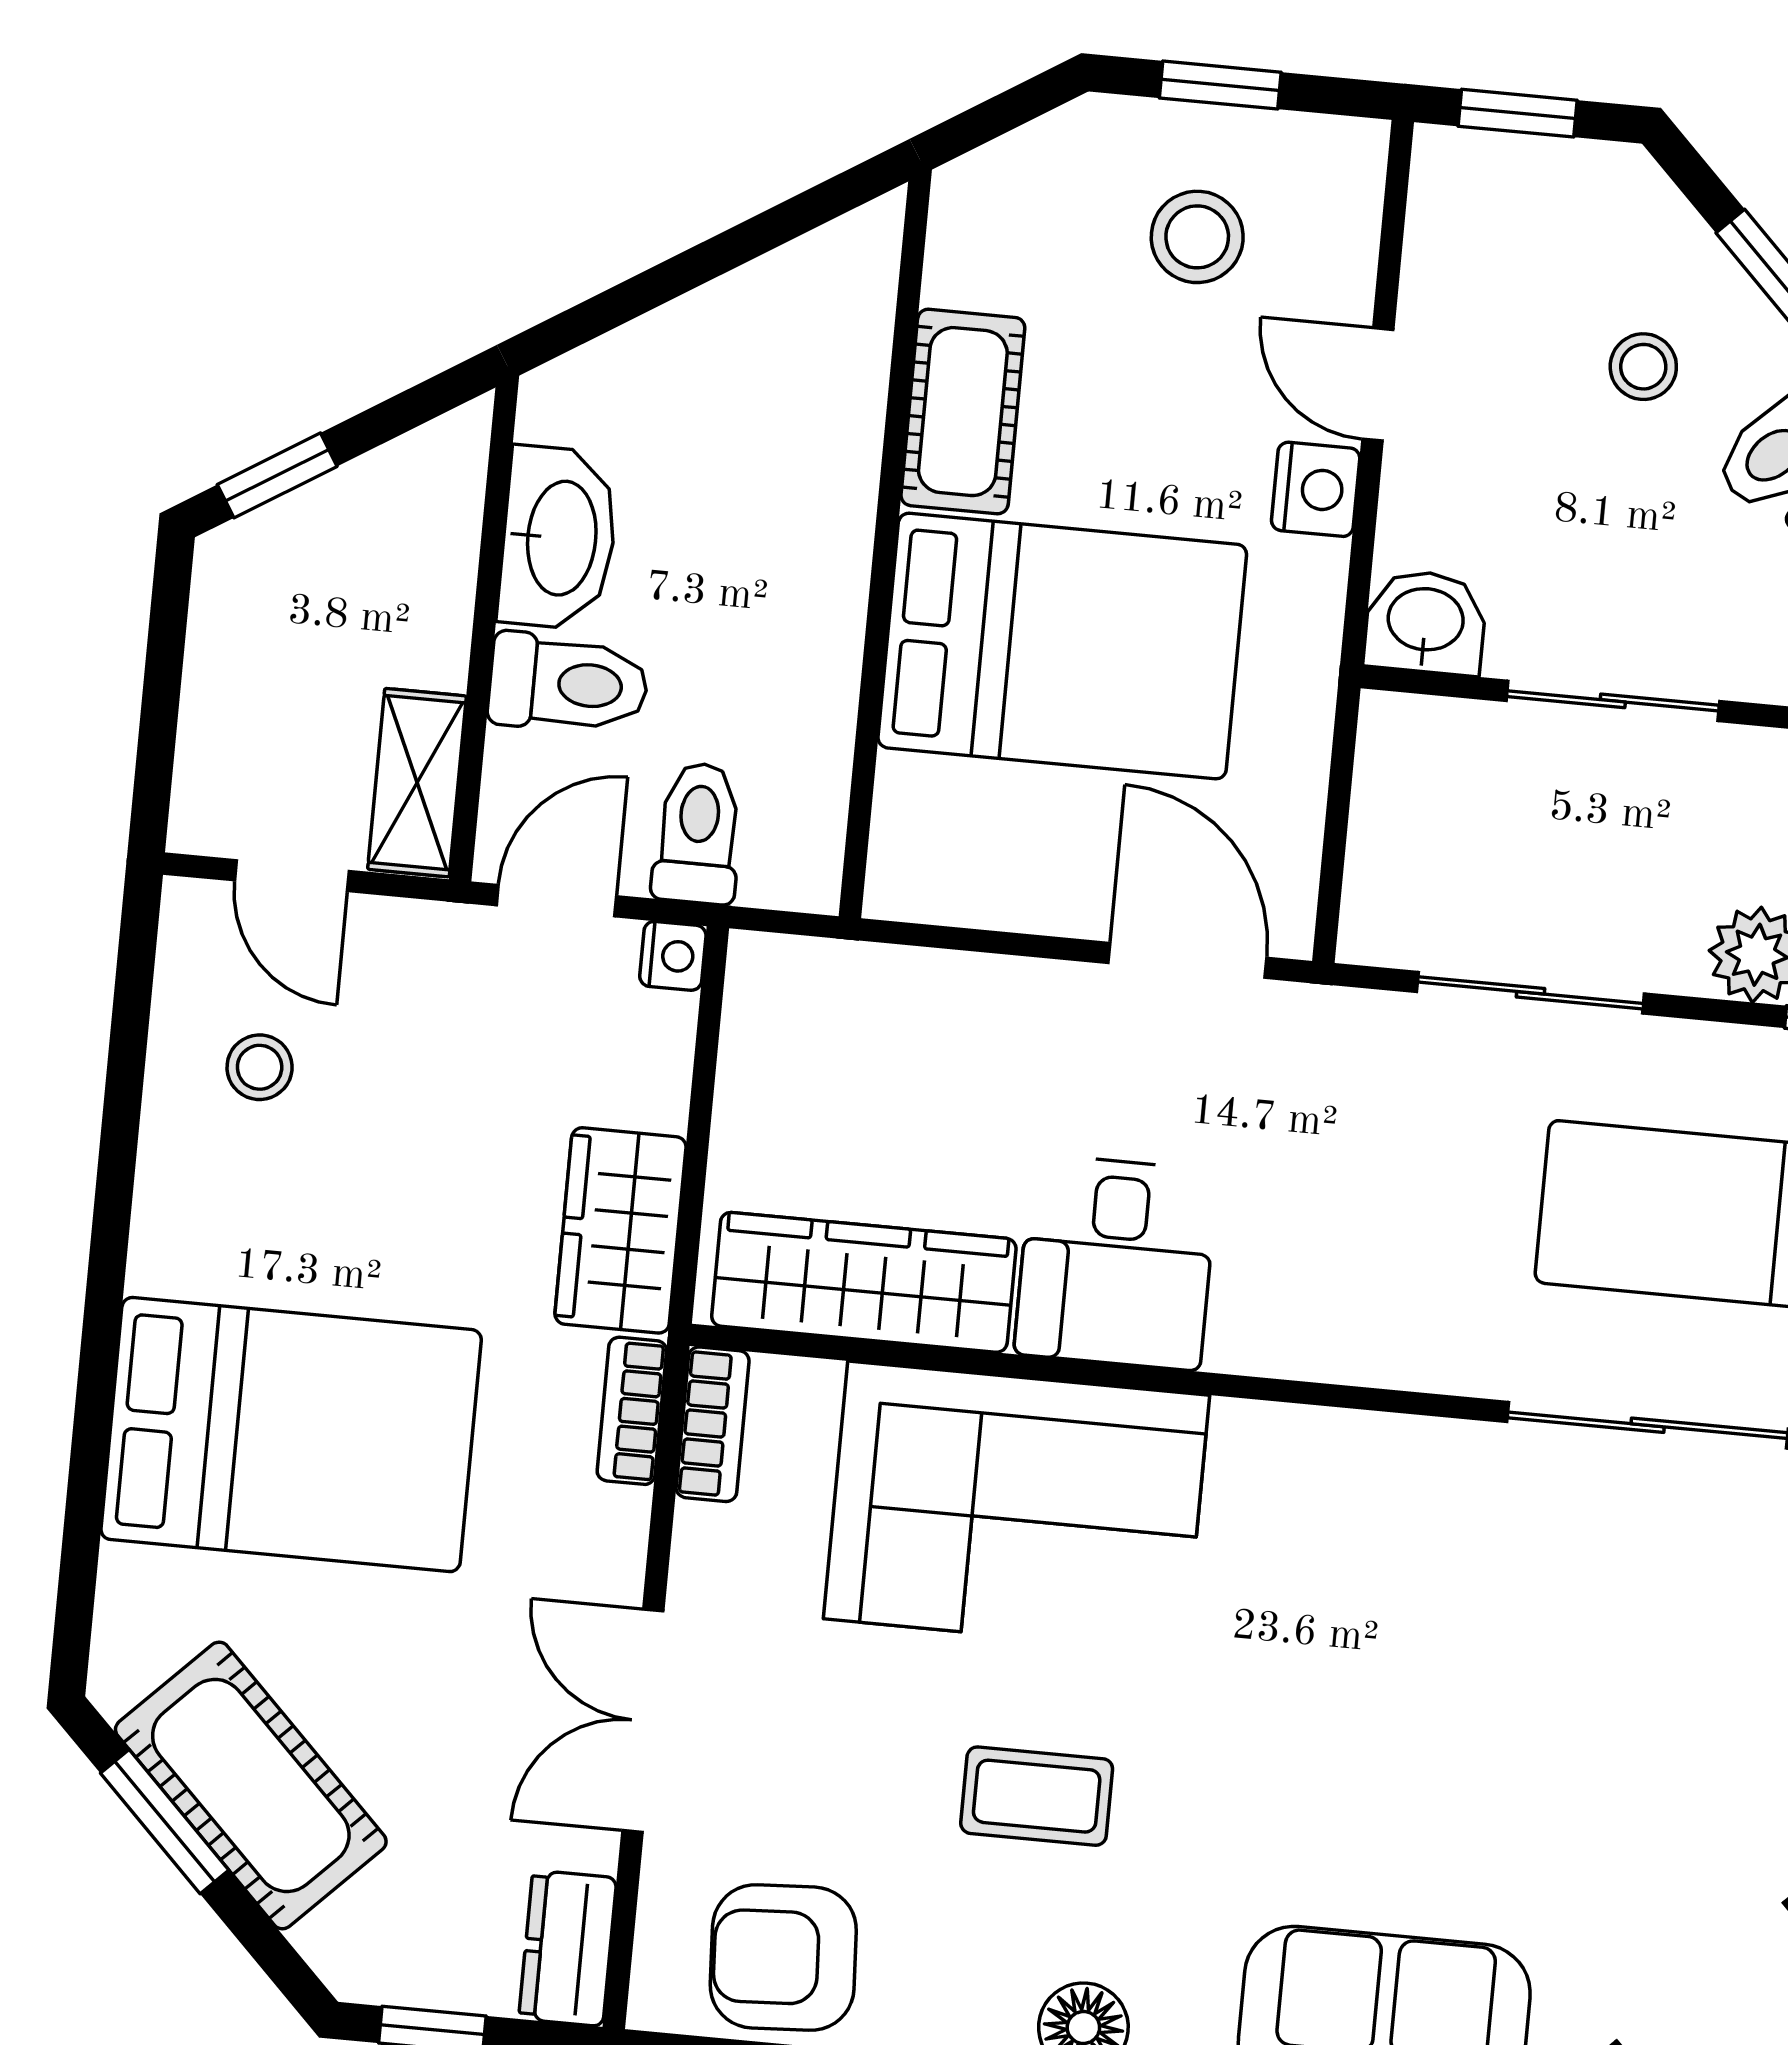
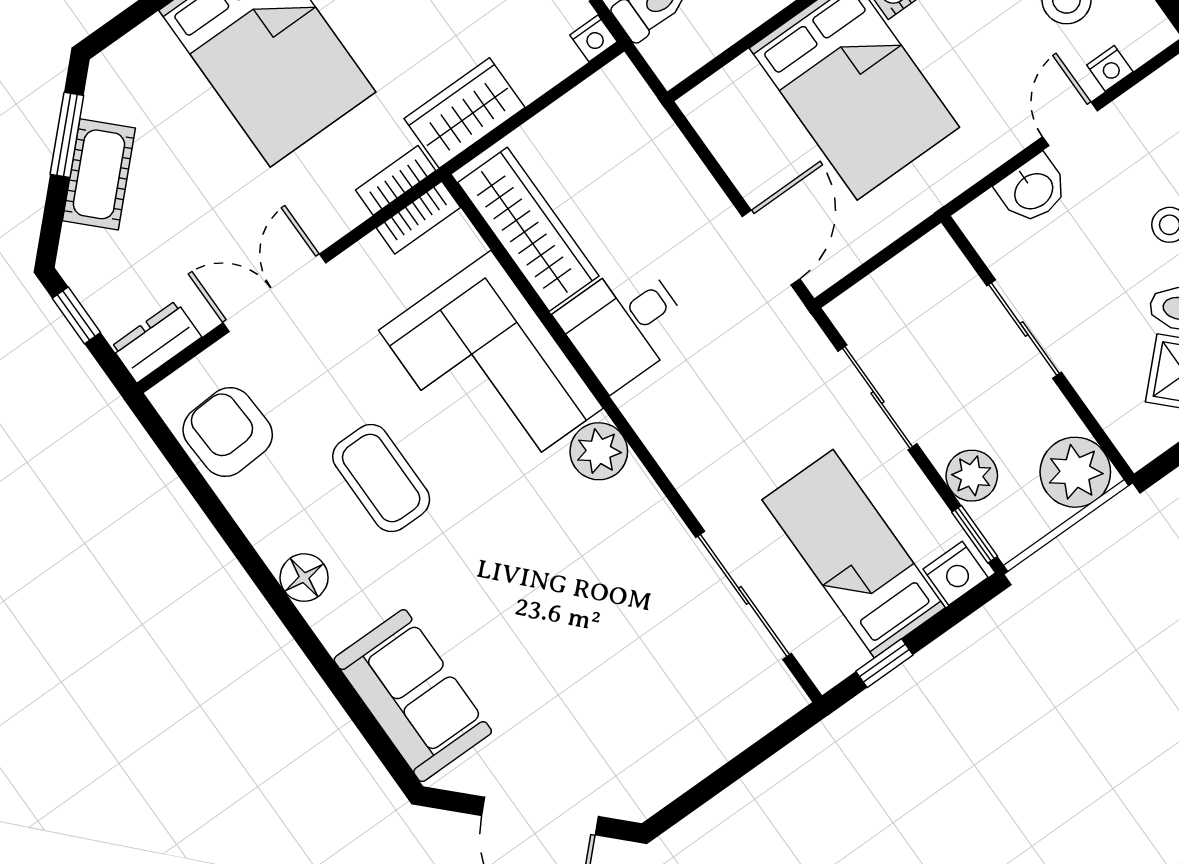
nightstand: (1316, 489) -> (1110, 68), moved, width x0.72, depth x0.74
washbasin: (1425, 622) -> (1033, 190), moved, turned 90
plant: (1265, 1454) -> (599, 451), added
cot: (251, 1785) -> (99, 174), width x0.73, depth x0.75
coffee table: (1037, 1796) -> (381, 478), width x1.36, depth x1.30

